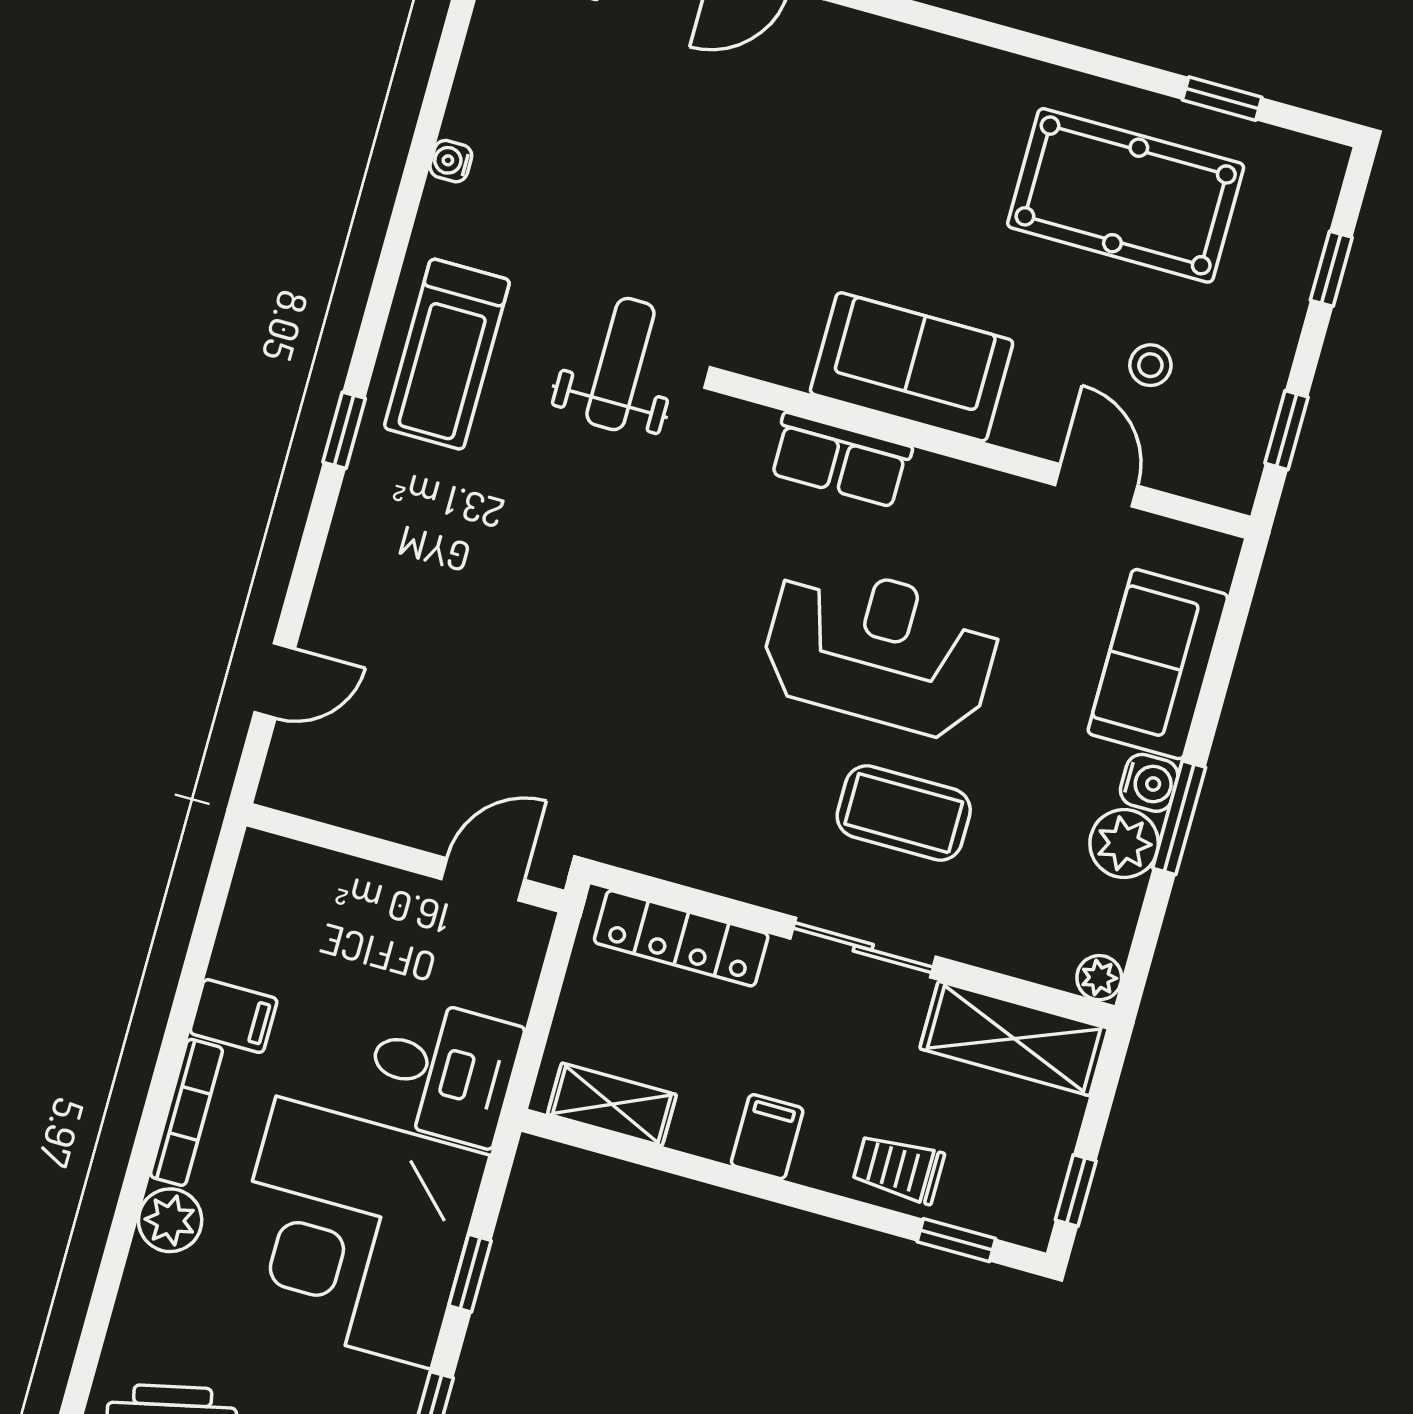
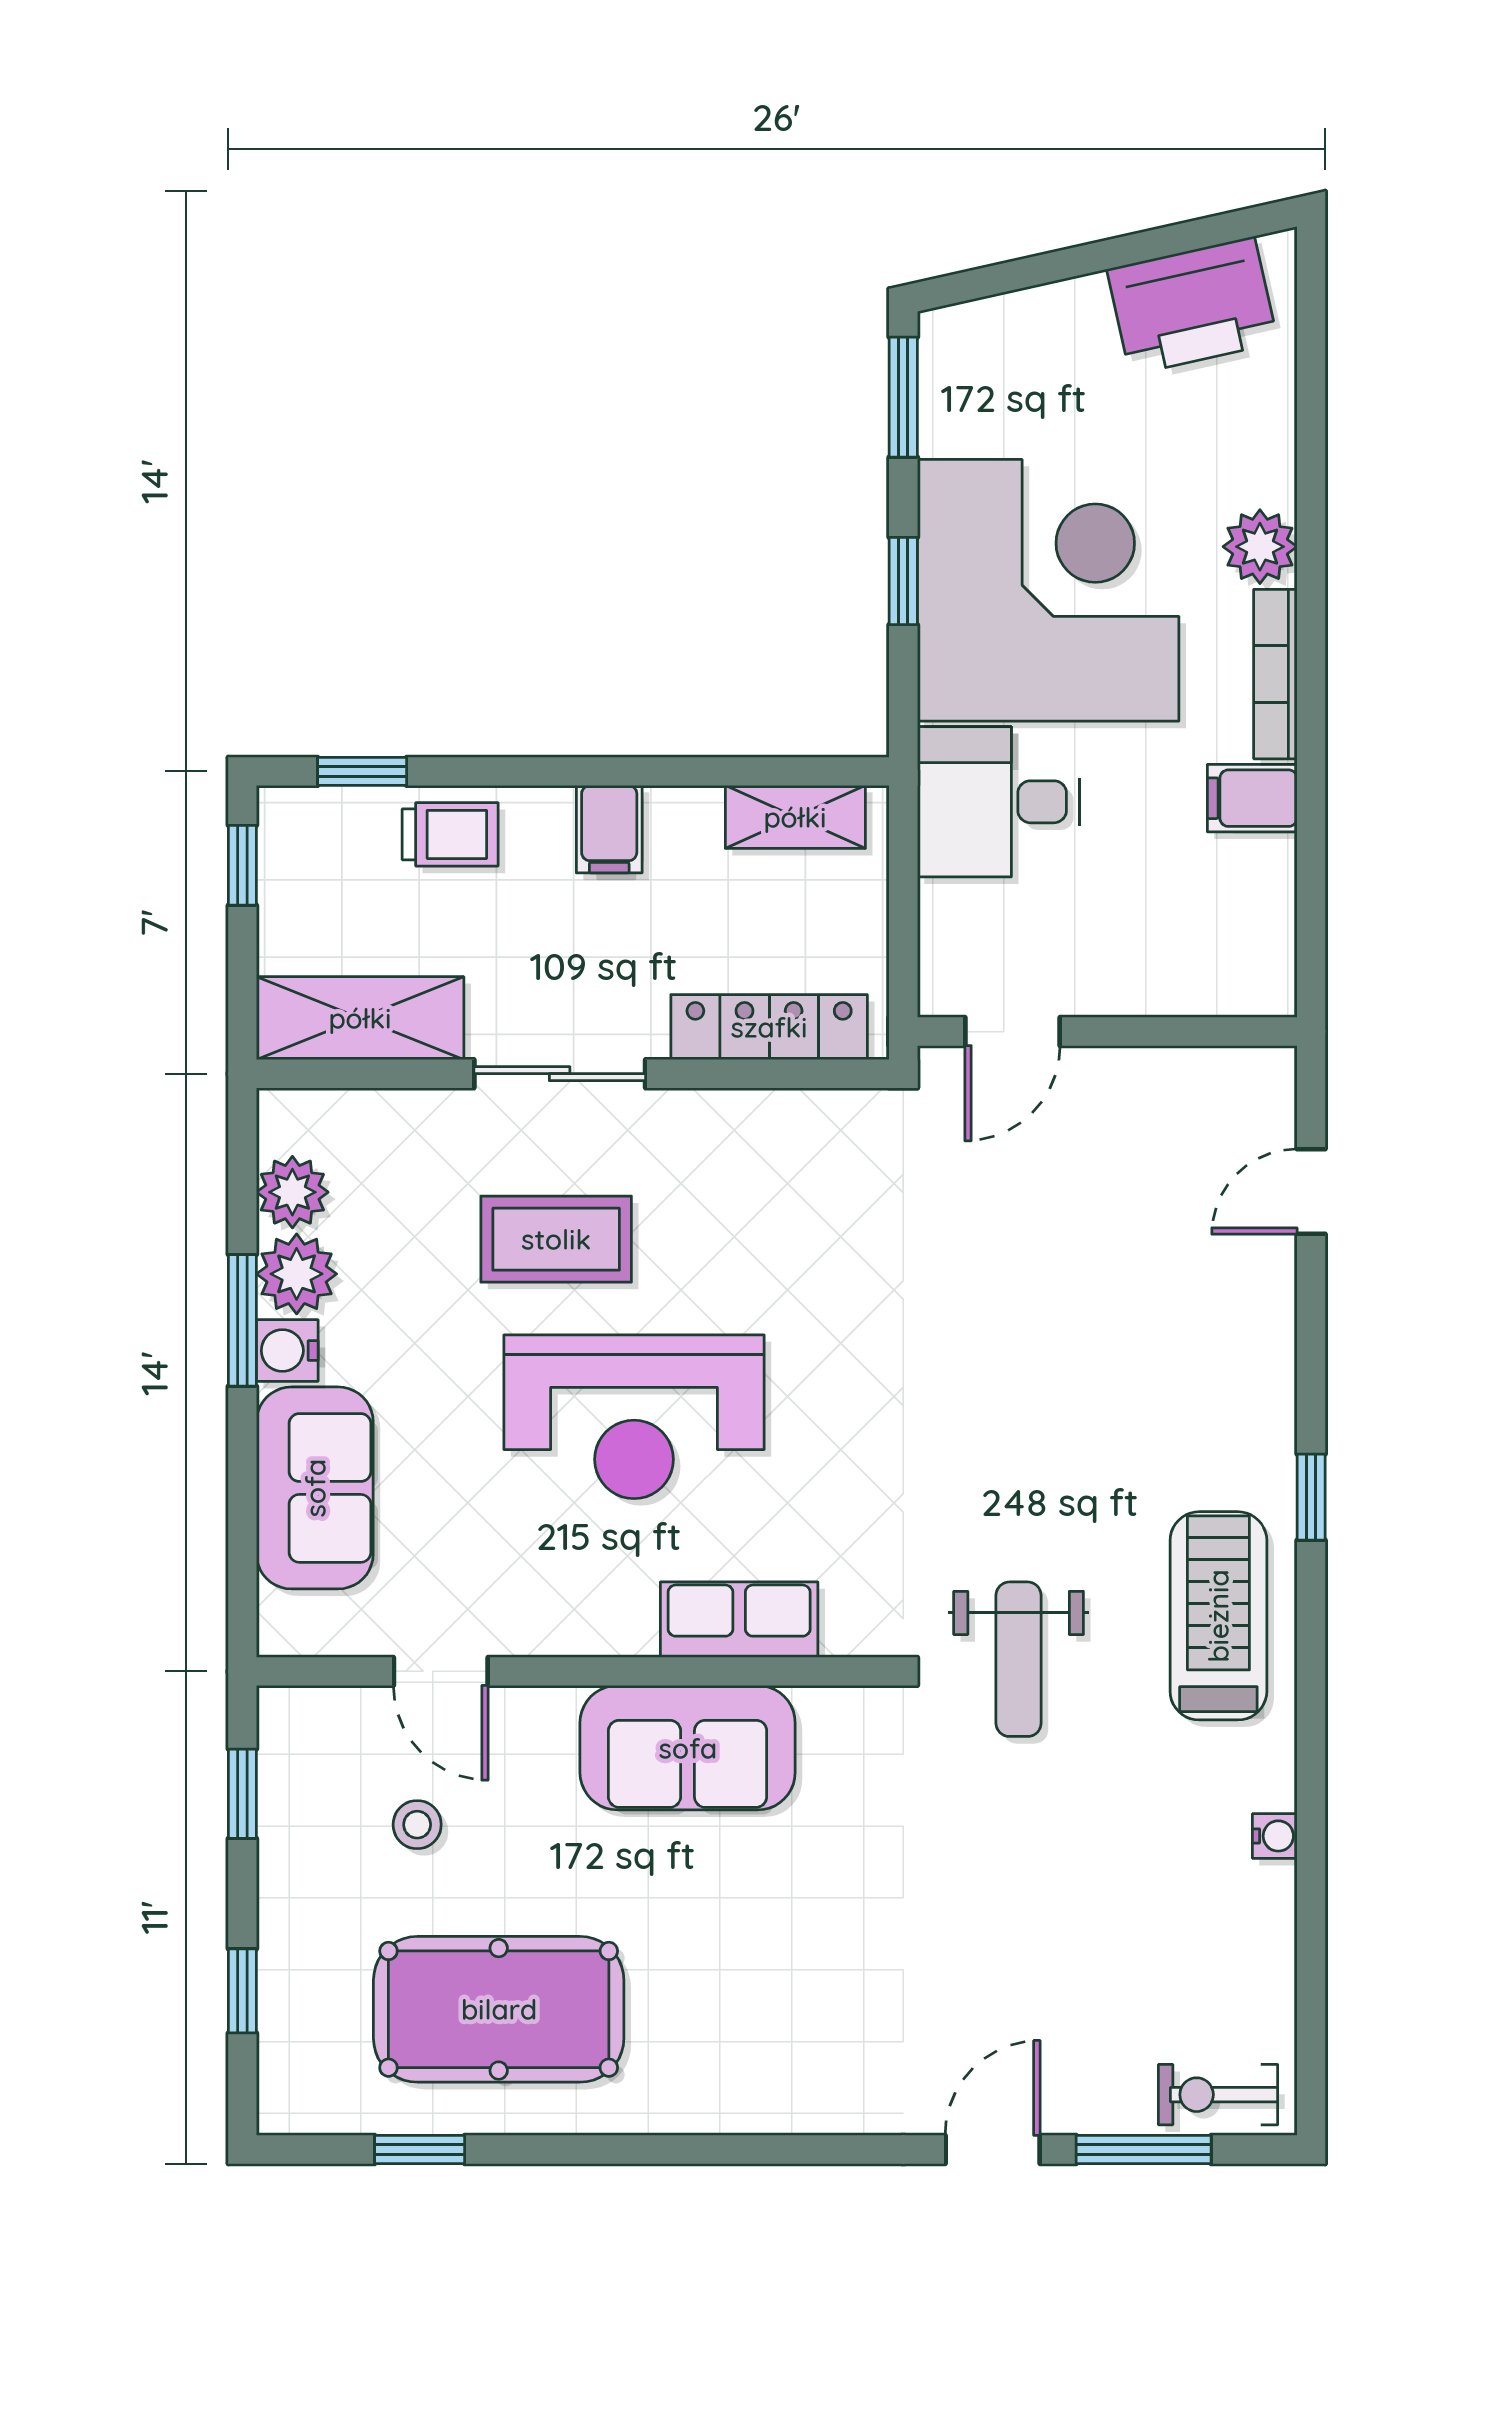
plant: (1099, 978) -> (292, 1192), moved, width x1.38, depth x1.38

